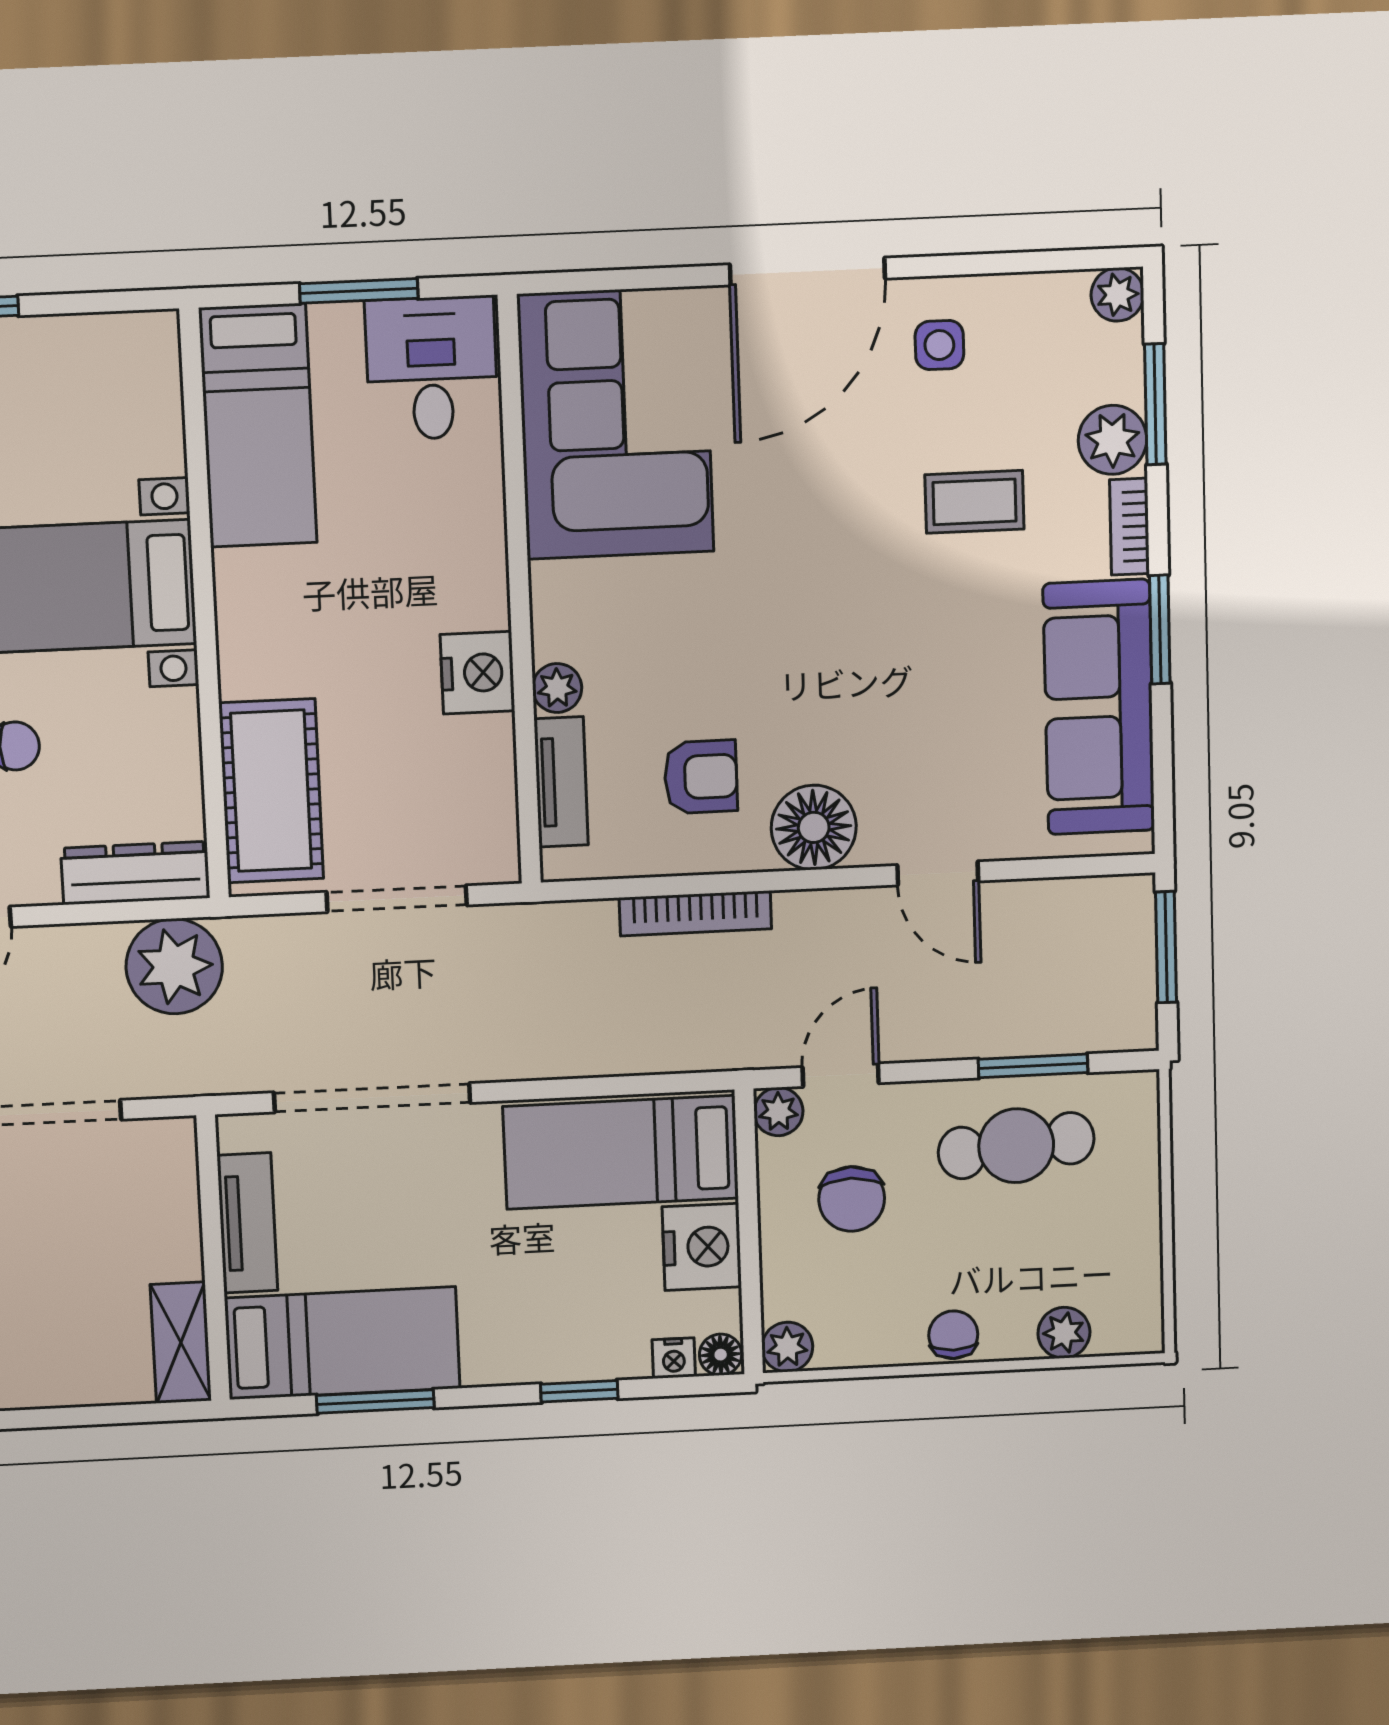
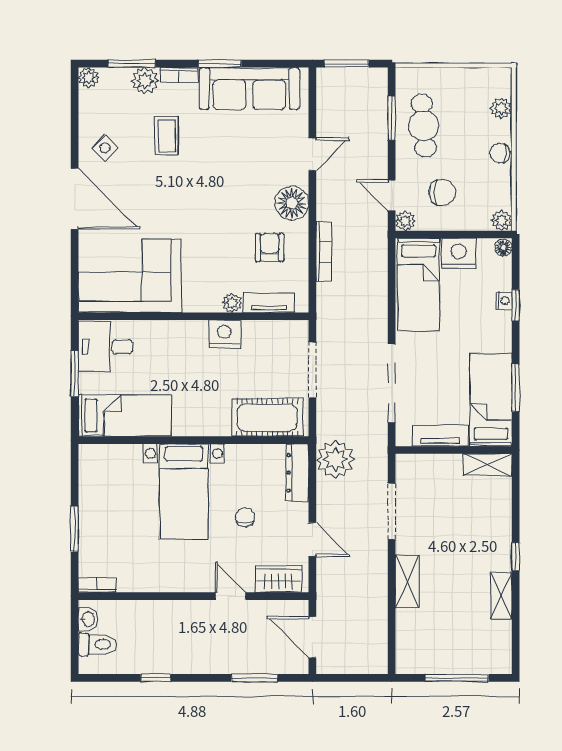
side table: (939, 345) -> (105, 148), turned 45
nightstand: (674, 1358) -> (504, 301), moved

